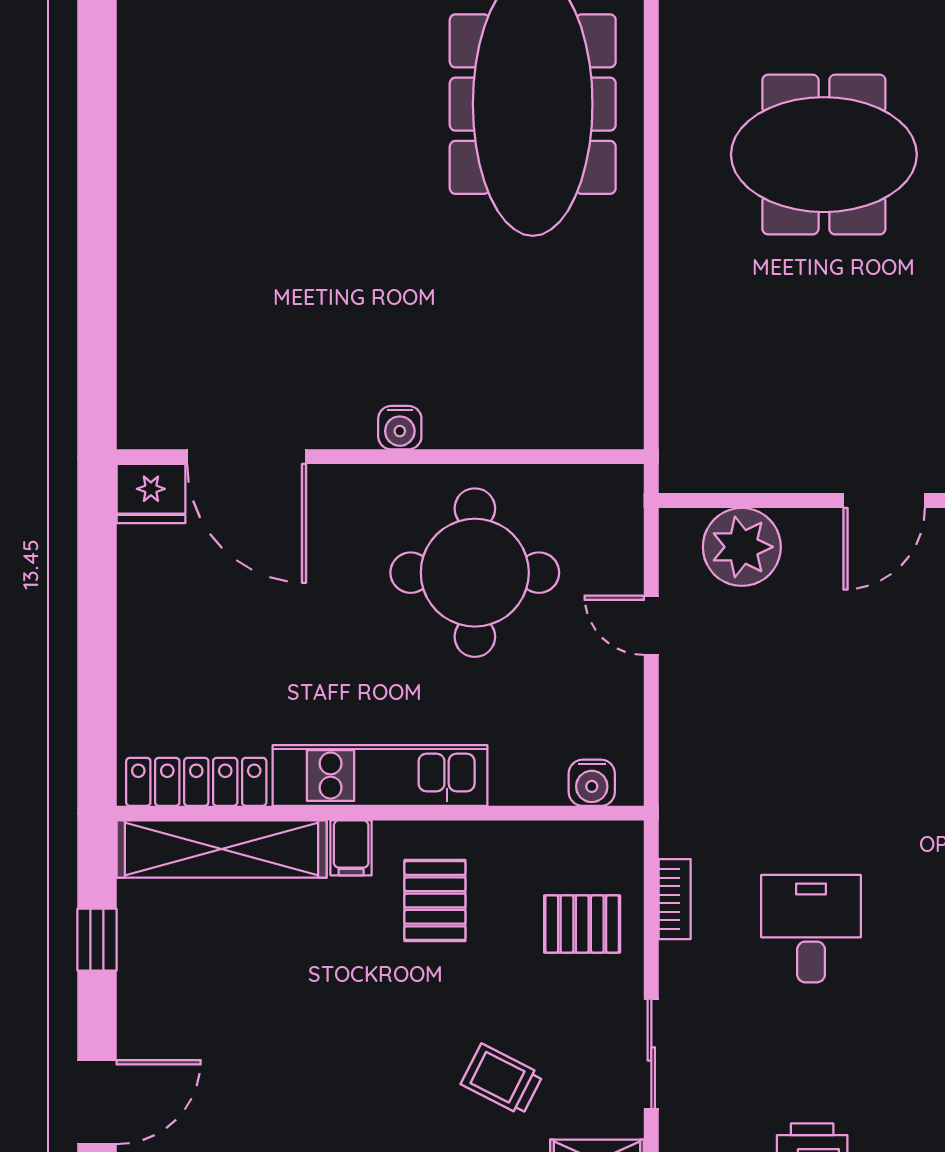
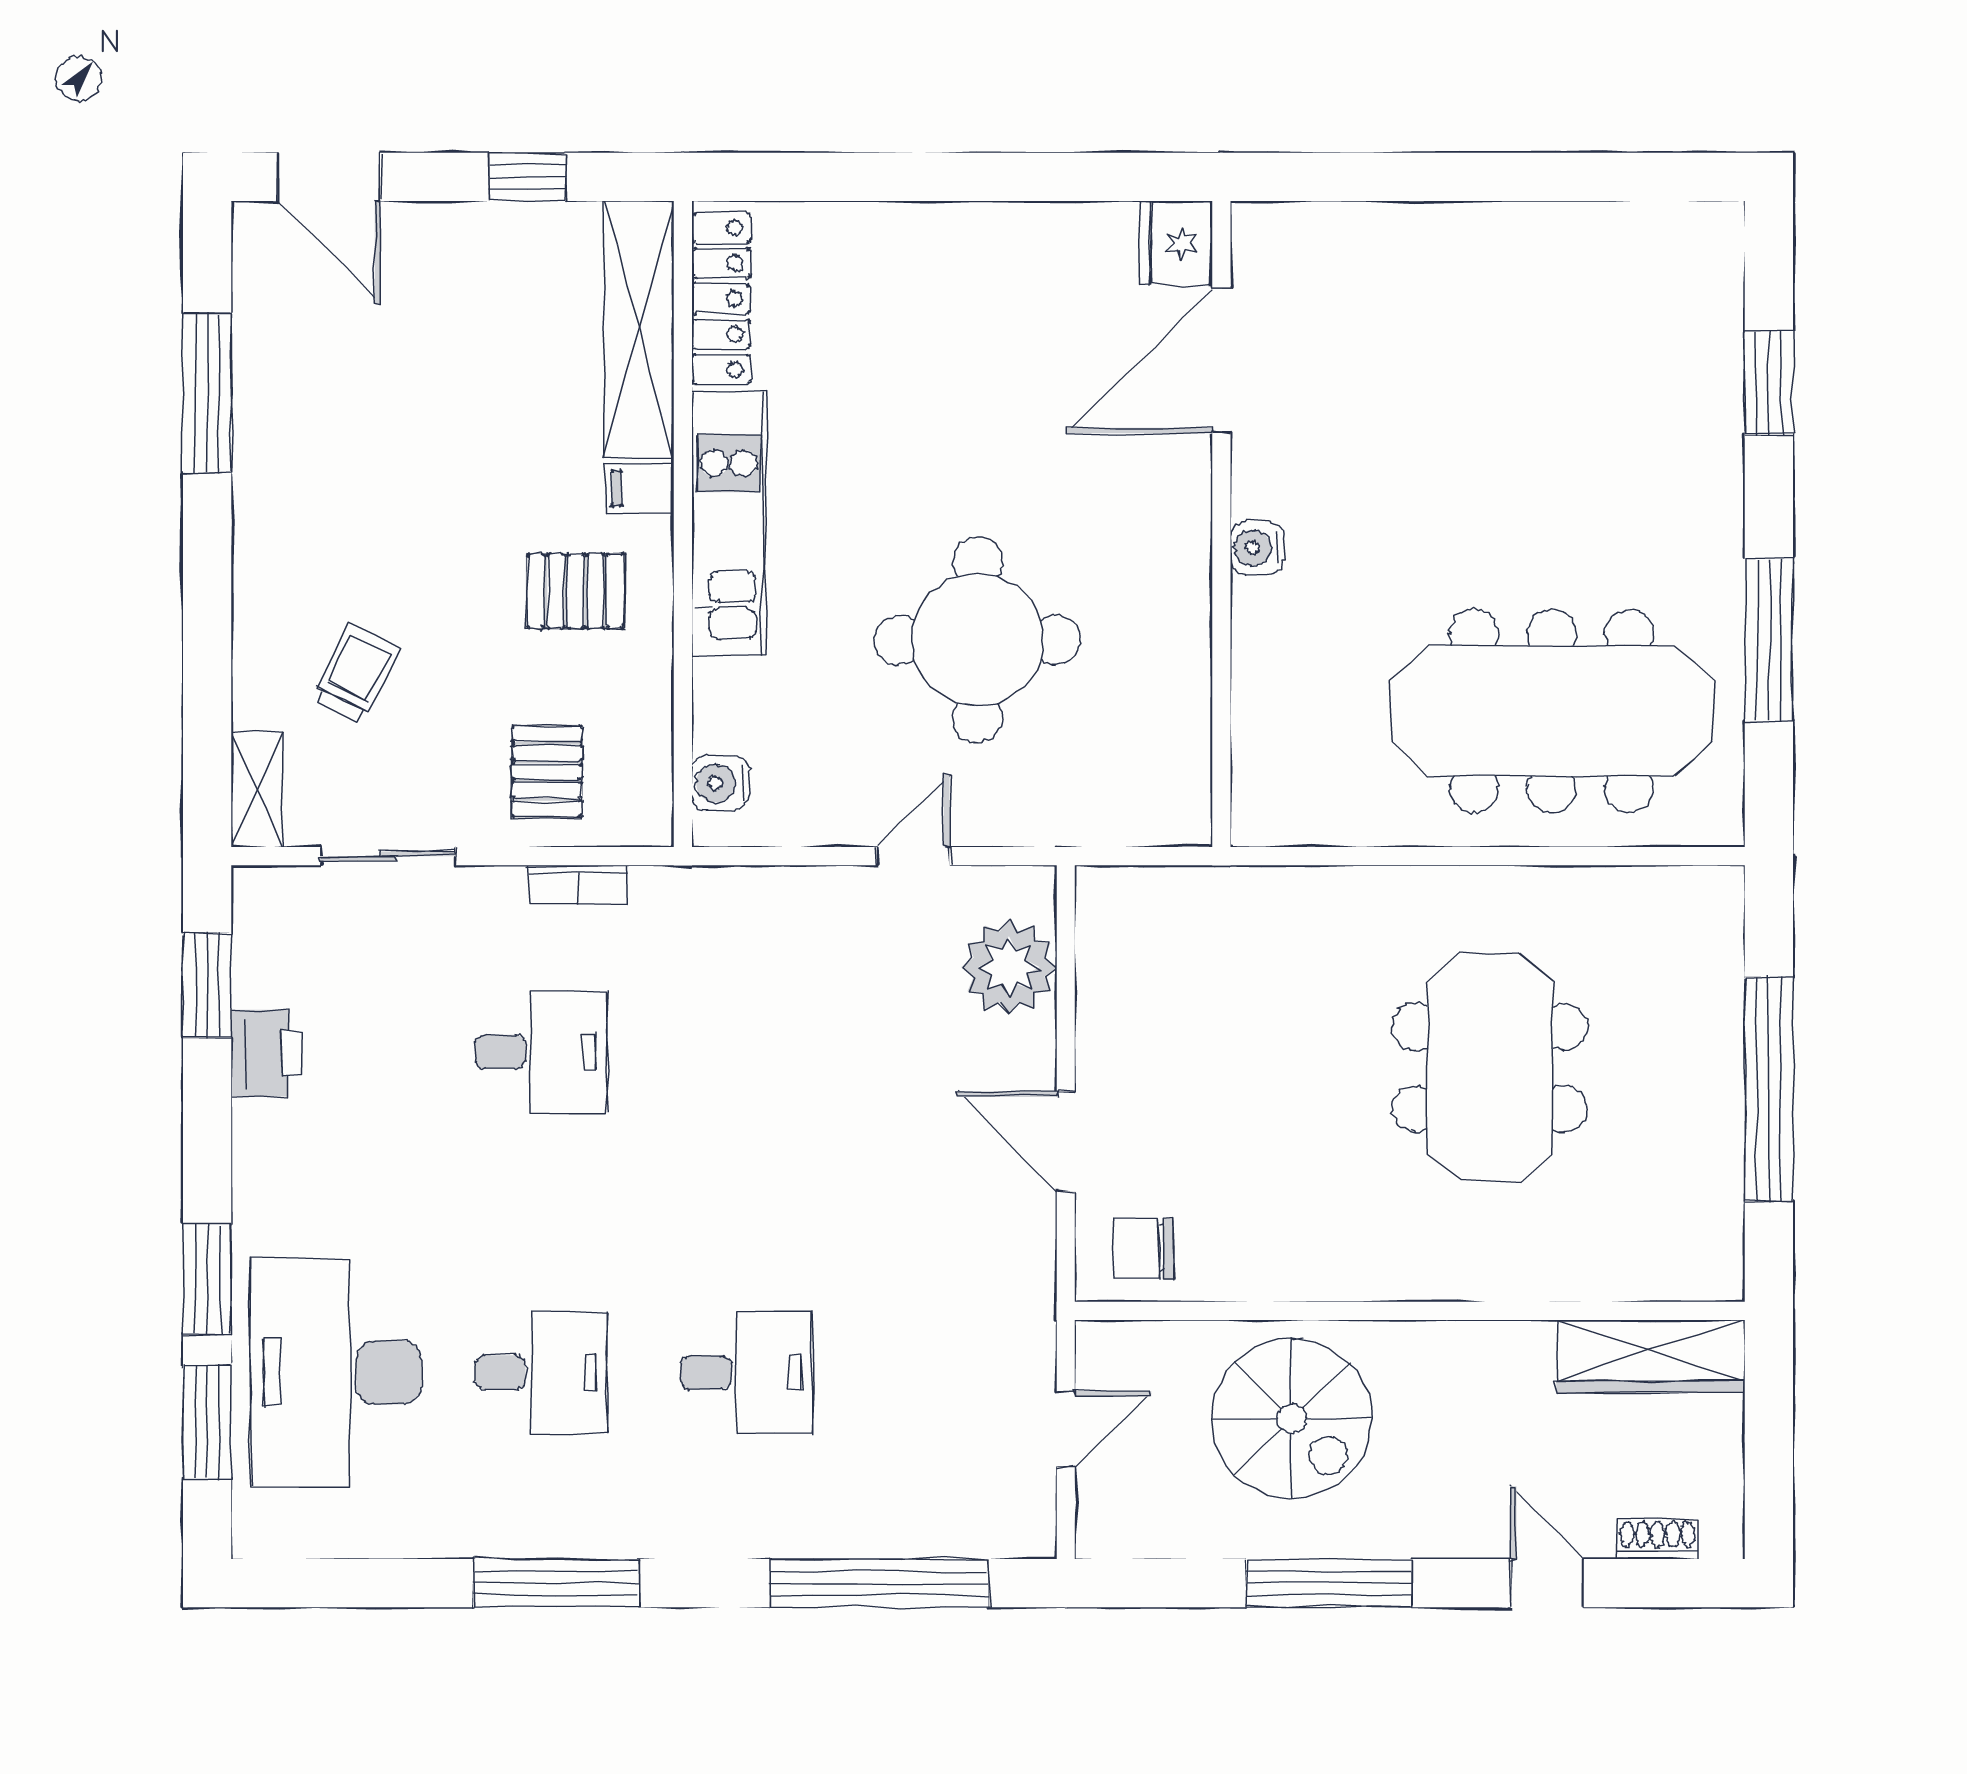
water cooler: (400, 428) -> (1257, 548), moved
door: (247, 457) -> (1221, 360), moved
wall: (380, 457) -> (1221, 524), moved
fridge: (151, 494) -> (1176, 243), moved

